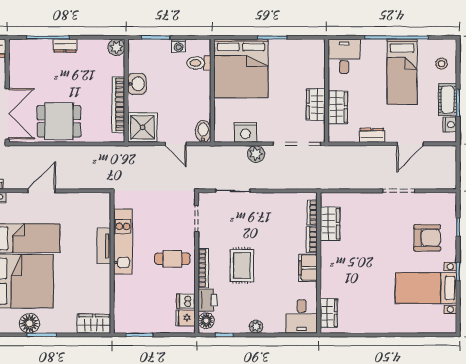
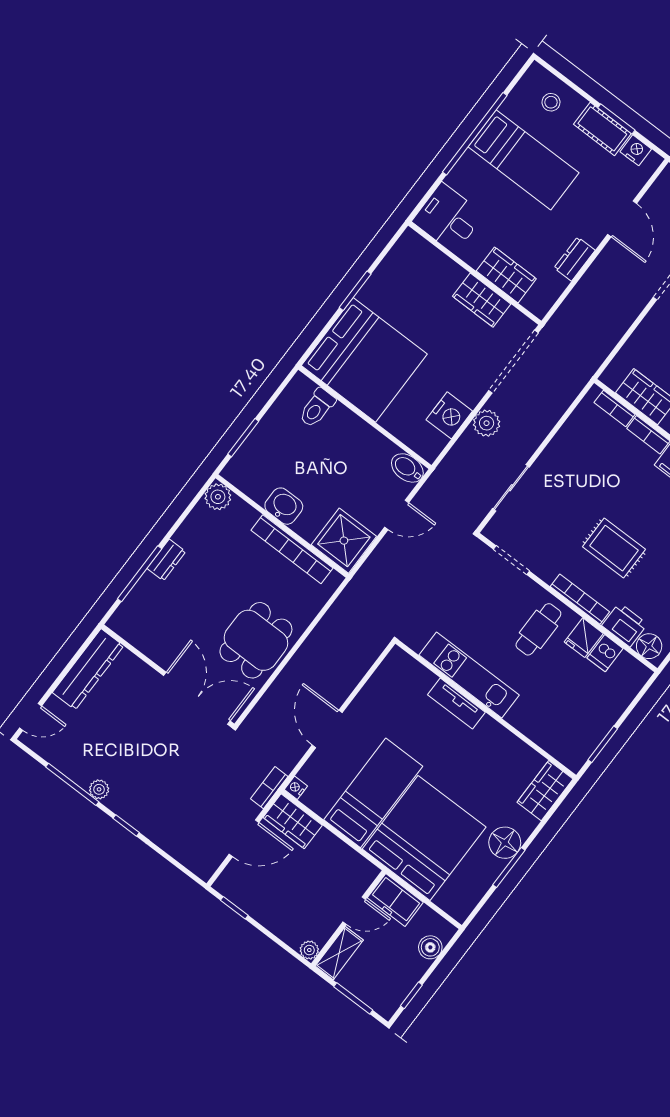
washing machine: (179, 46) -> (276, 417), removed
fridge: (185, 318) -> (584, 638), moved
floor lamp: (29, 323) -> (505, 843), moved

